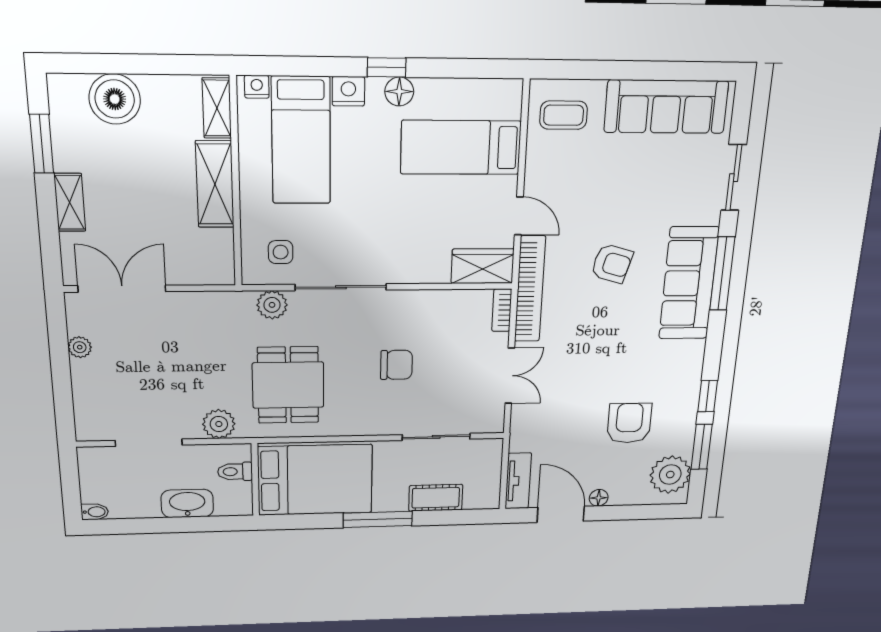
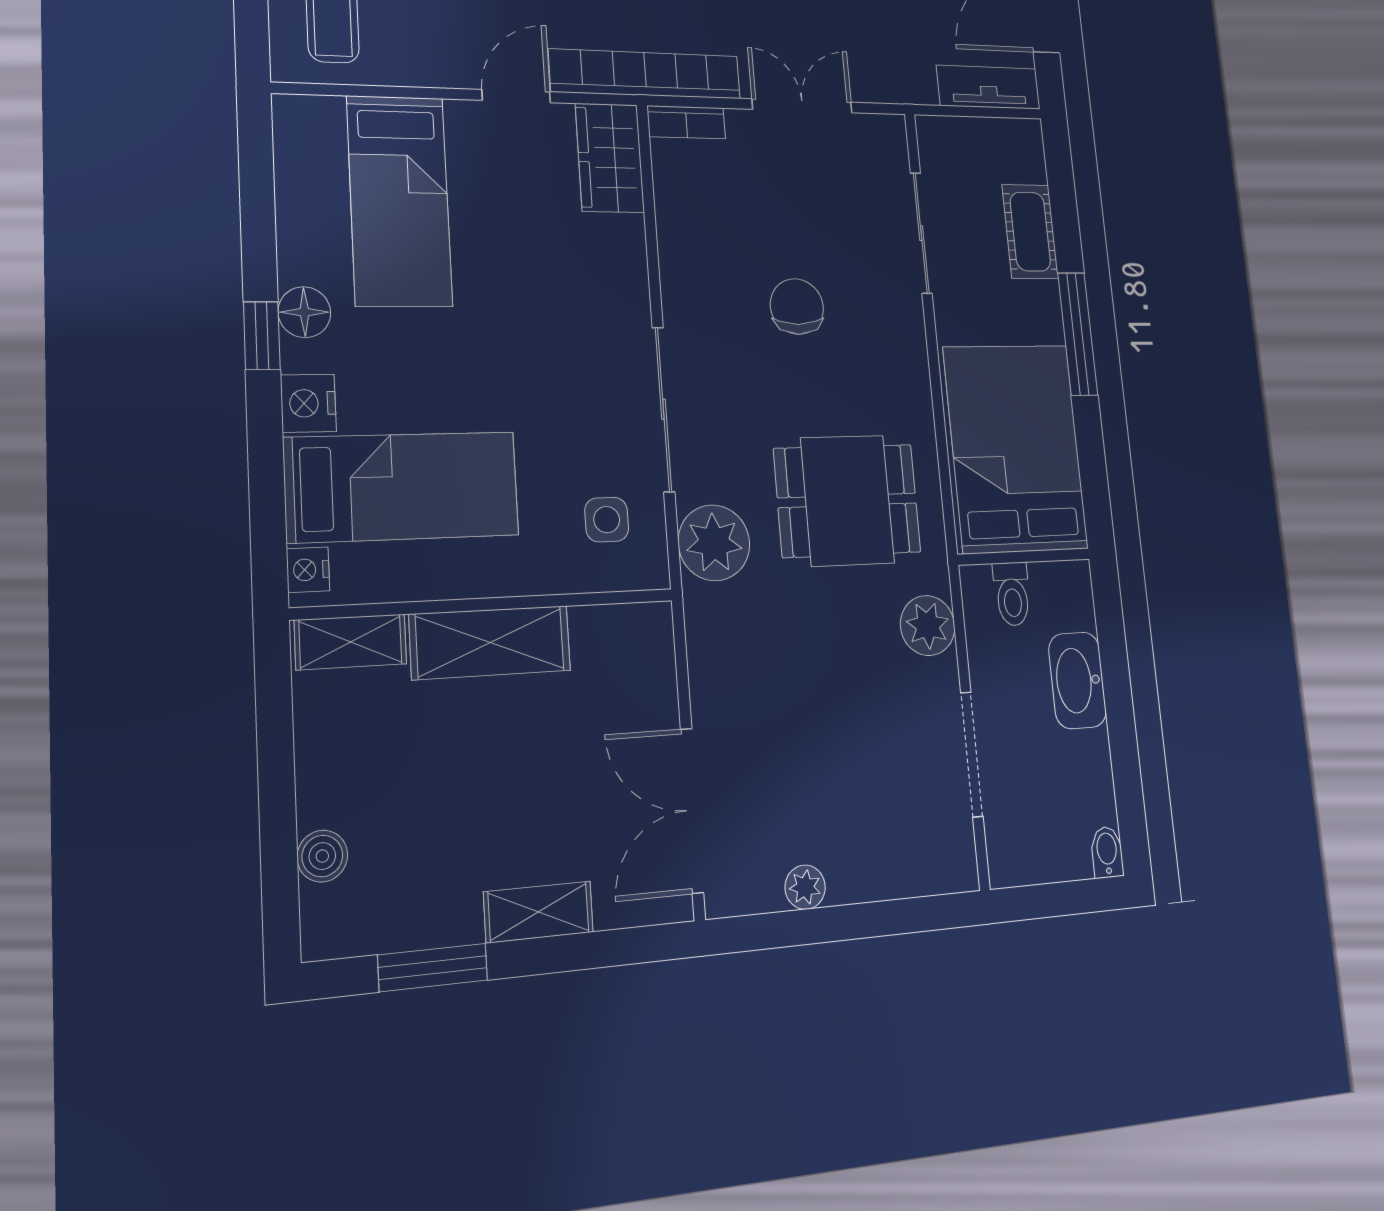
boiler: (115, 99) -> (322, 856), width x0.54, depth x0.54
plant: (272, 305) -> (714, 543), width x1.36, depth x1.36

